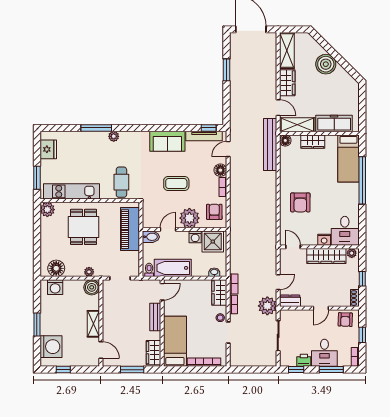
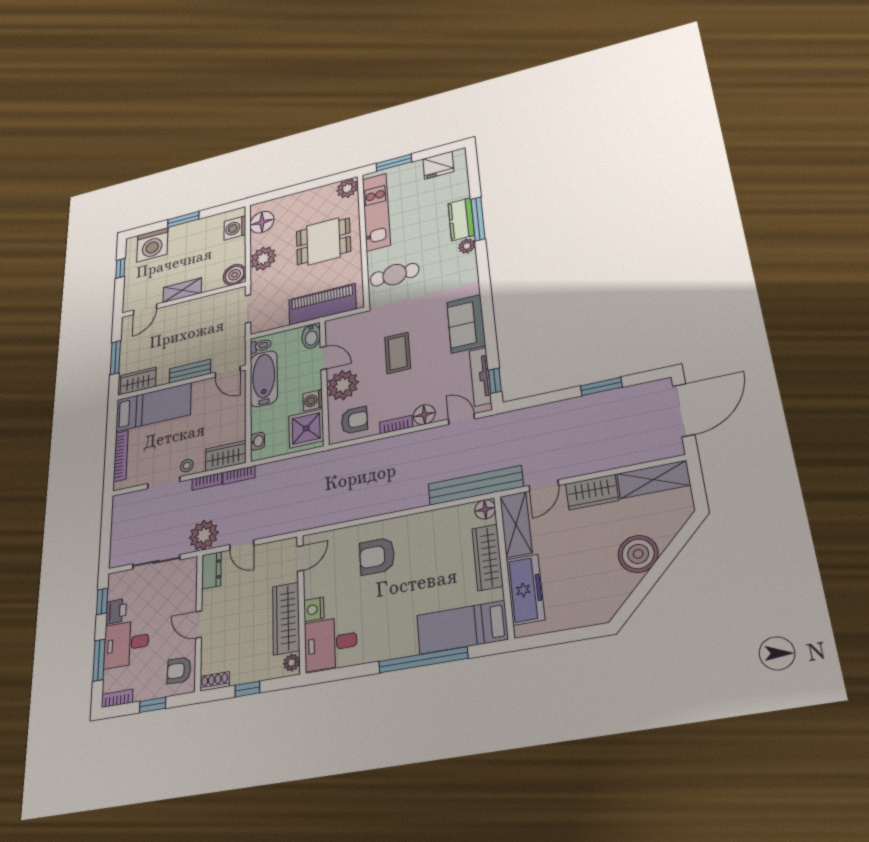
kitchen counter: (93, 138) -> (461, 219), added
wardrobe: (313, 142) -> (488, 557), width x1.50
plant: (89, 272) -> (263, 259), width x1.88, depth x1.88

